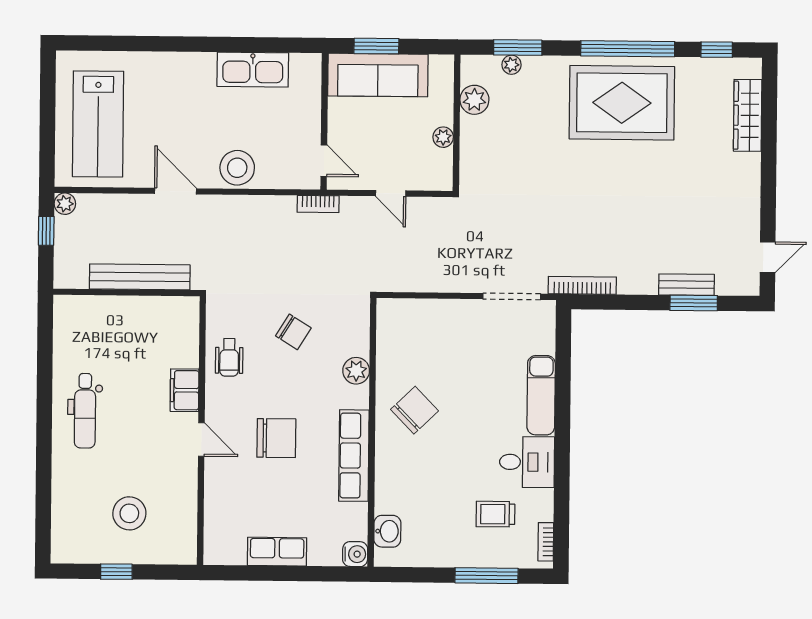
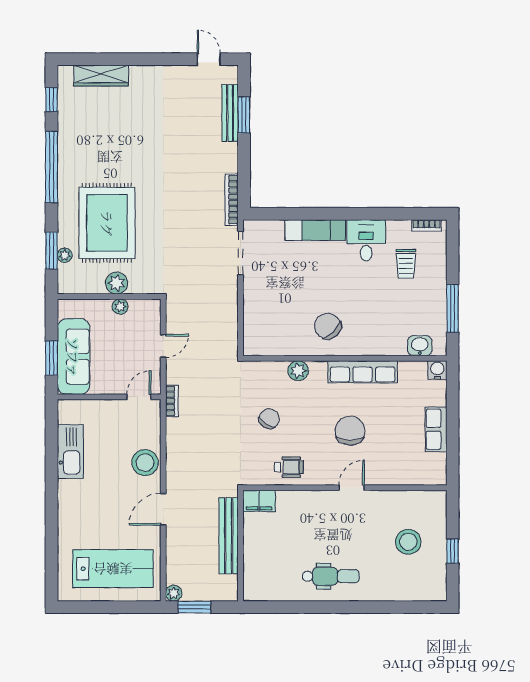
plant: (474, 100) -> (117, 283), moved
rug: (622, 103) -> (107, 223), moved
window: (46, 231) -> (194, 607), width x1.50
bench: (686, 285) -> (230, 113), width x1.36
filing cabinet: (185, 390) -> (259, 501), moved
window: (486, 576) -> (453, 308), moved

